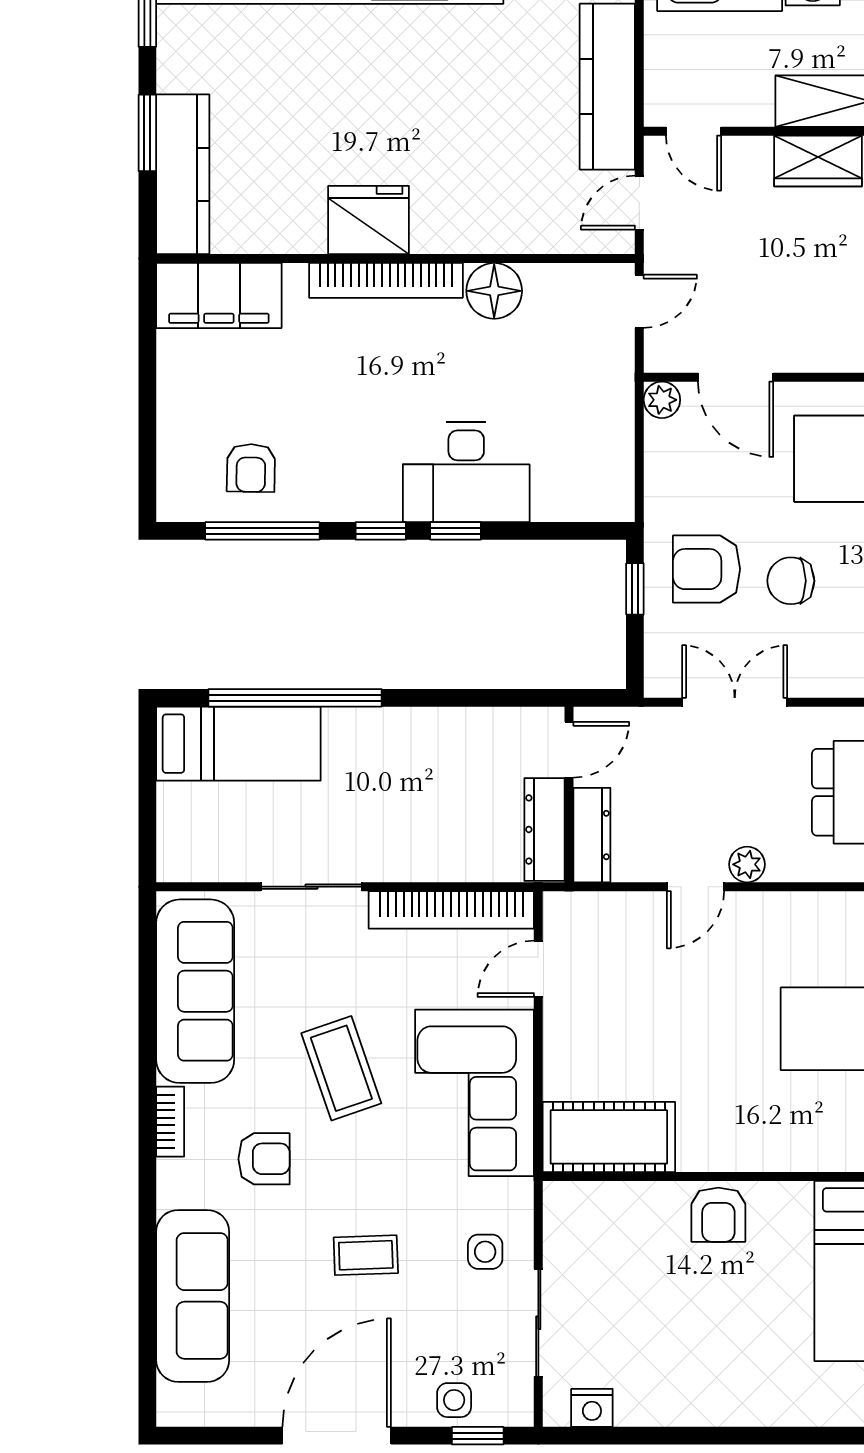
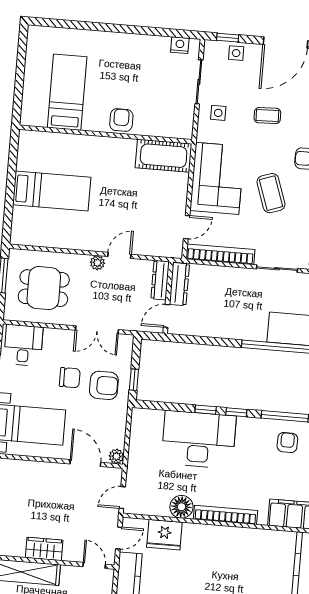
fridge: (369, 220) -> (164, 535), moved
desk: (466, 472) -> (199, 439), width x1.36, depth x1.30

